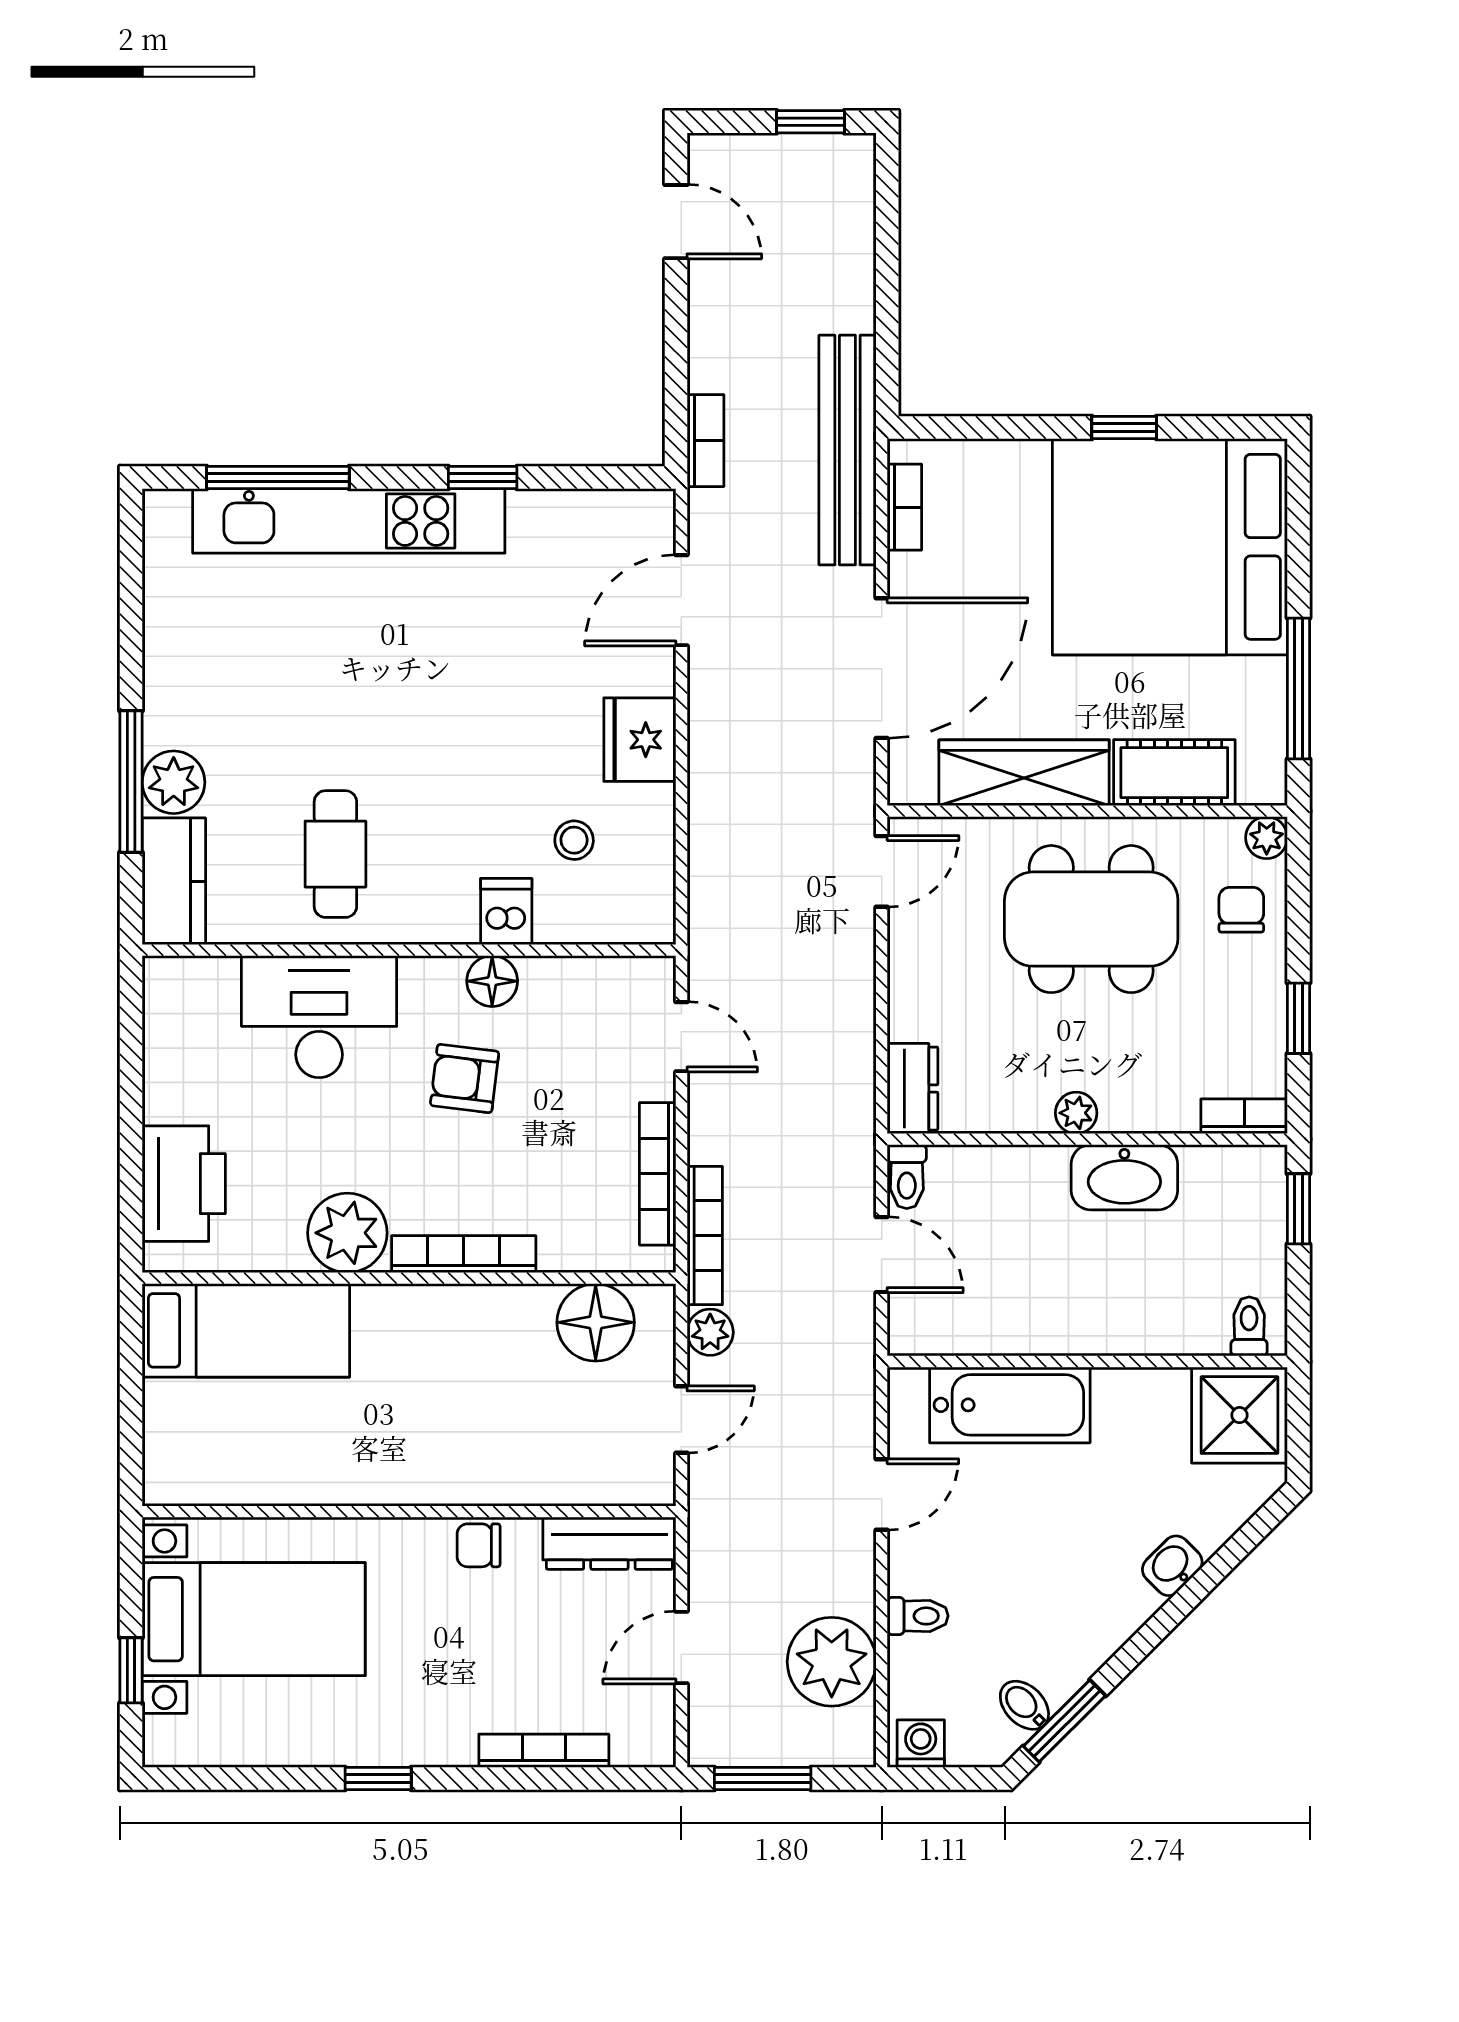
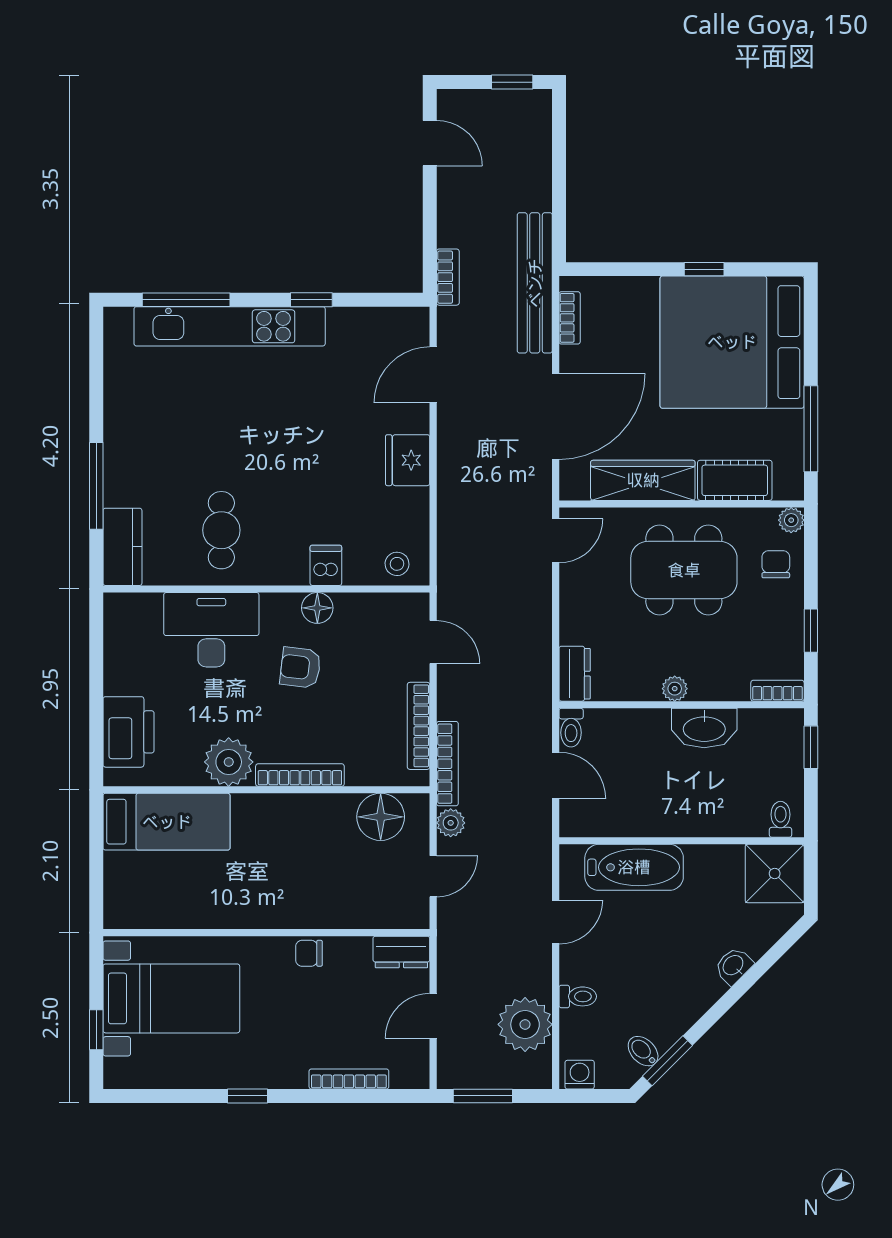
plant: (174, 782) -> (122, 486), removed
stool: (574, 840) -> (397, 564), moved
dresser: (609, 1543) -> (401, 952), width x0.70

